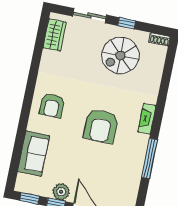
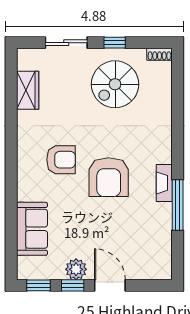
wardrobe: (54, 35) -> (28, 90), moved
armchair: (52, 105) -> (61, 160), moved, turned -90
fireplace: (147, 119) -> (164, 183), moved

